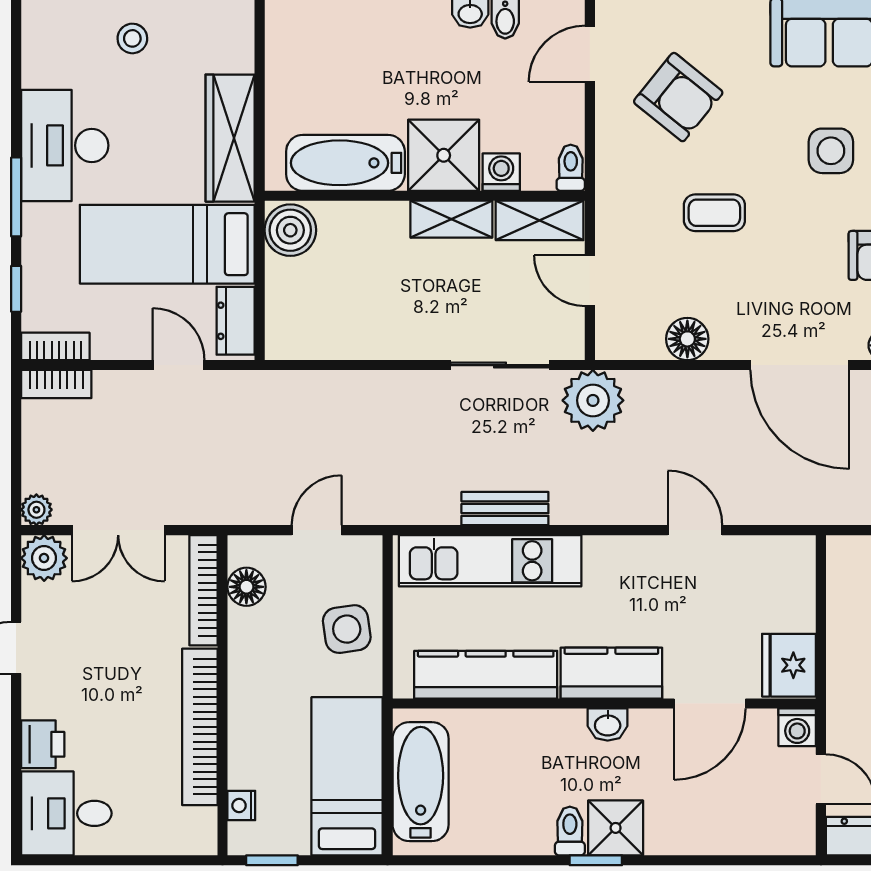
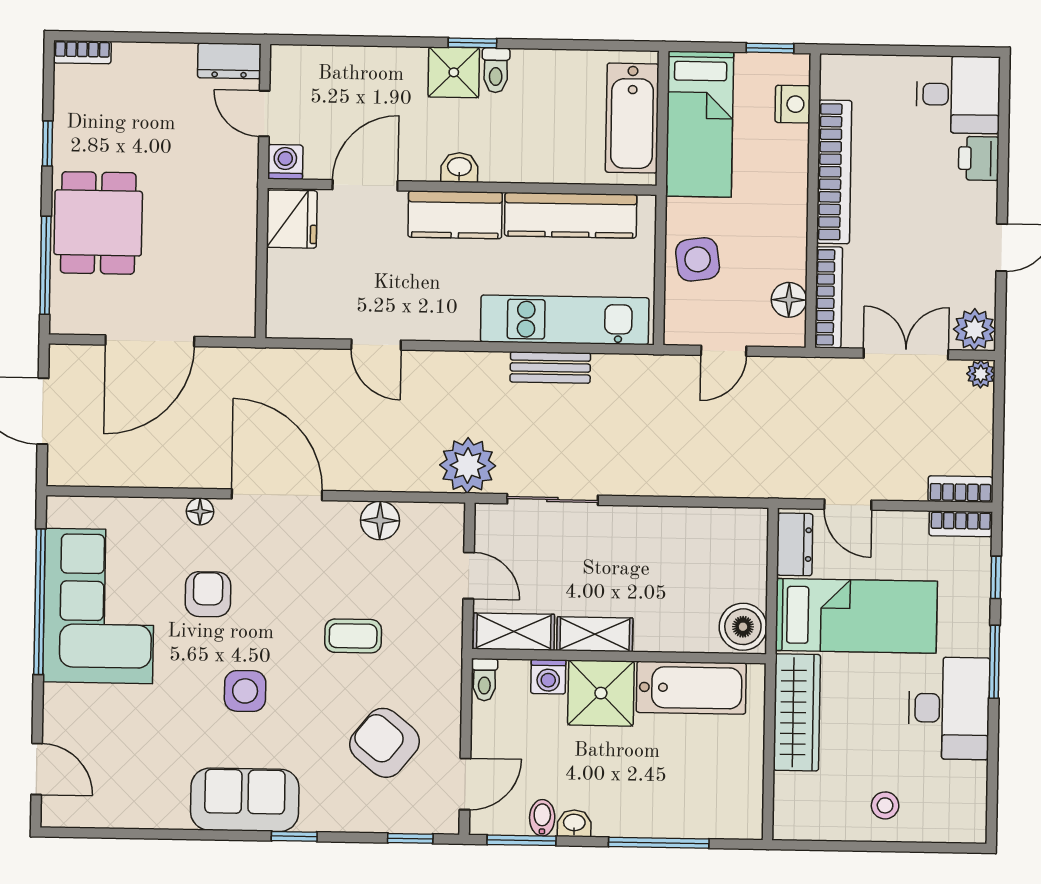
nightstand: (241, 806) -> (793, 104), width x1.39, depth x1.35

